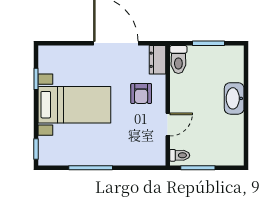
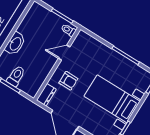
toilet: (178, 59) -> (16, 76), moved
armchair: (141, 94) -> (68, 81), turned 90

